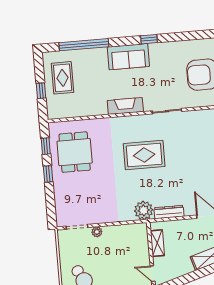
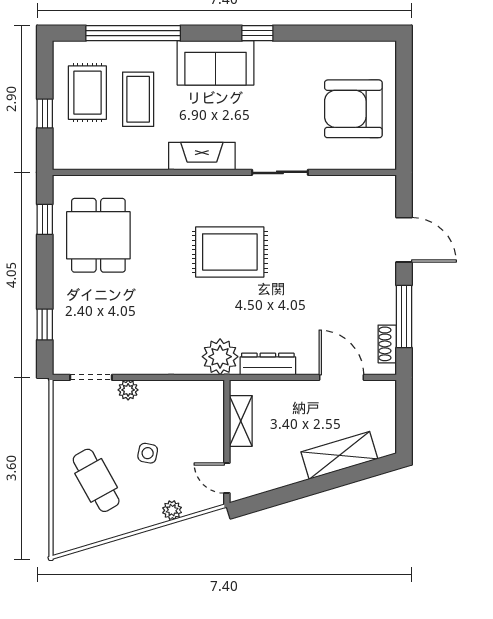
coffee table: (89, 79) -> (138, 99), added
window: (48, 174) -> (45, 325), moved
side table: (110, 264) -> (148, 453), added

